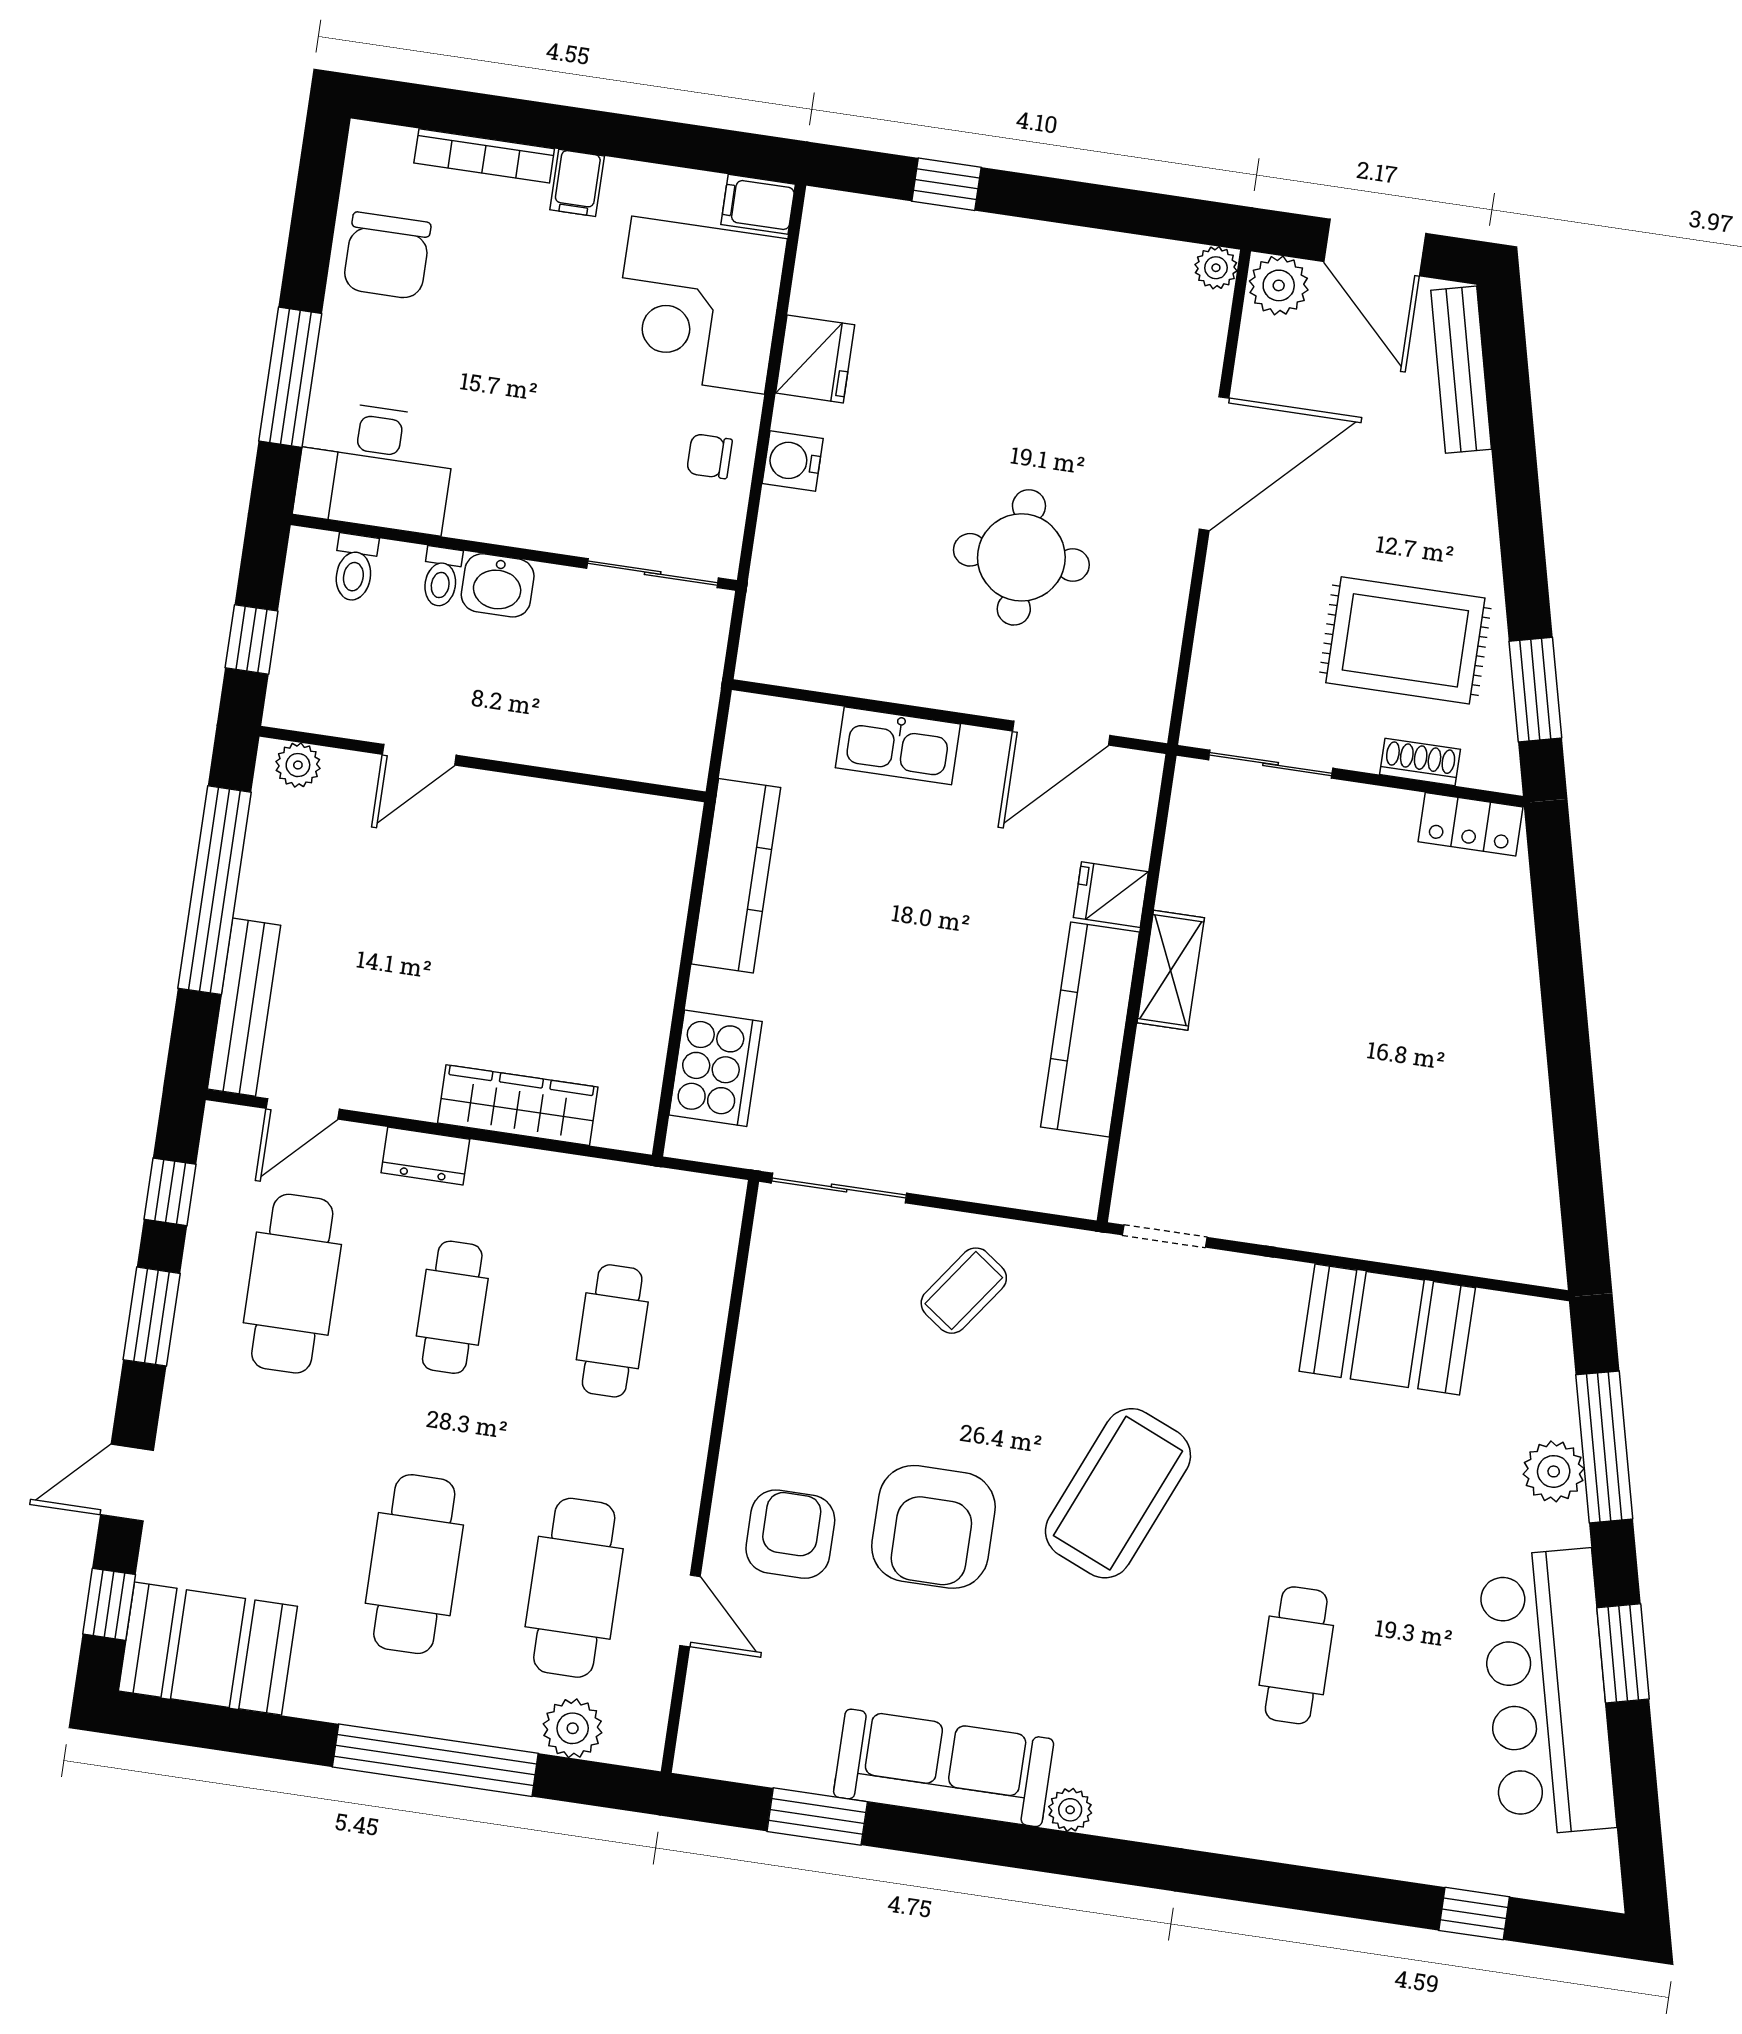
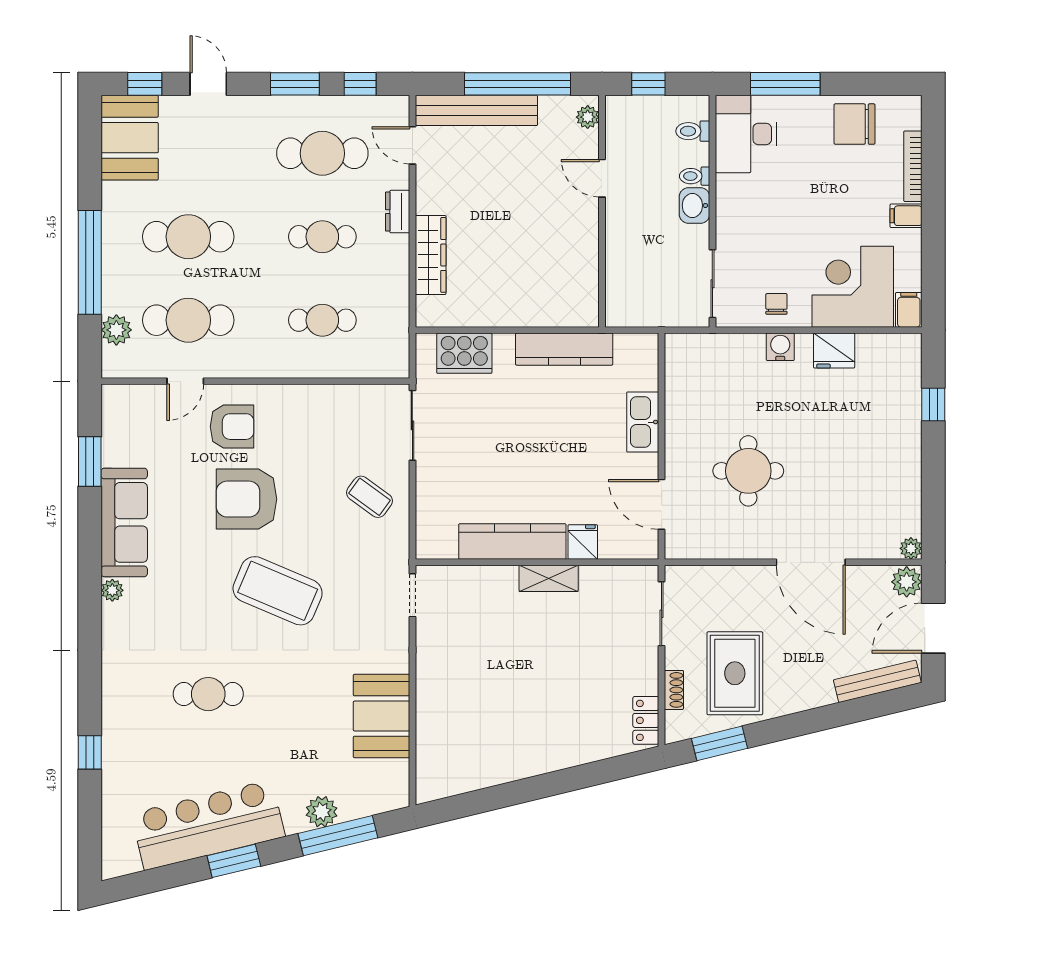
bench: (244, 1007) -> (476, 110), width x1.37, depth x1.21
window: (1474, 1914) -> (90, 752), moved

